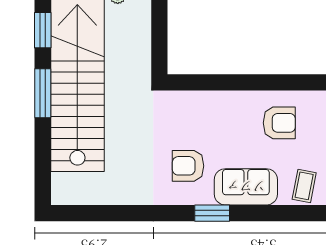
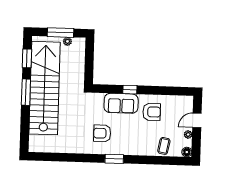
window: (237, 82) -> (130, 90), added
sofa: (246, 187) -> (121, 103), moved, turned 180

